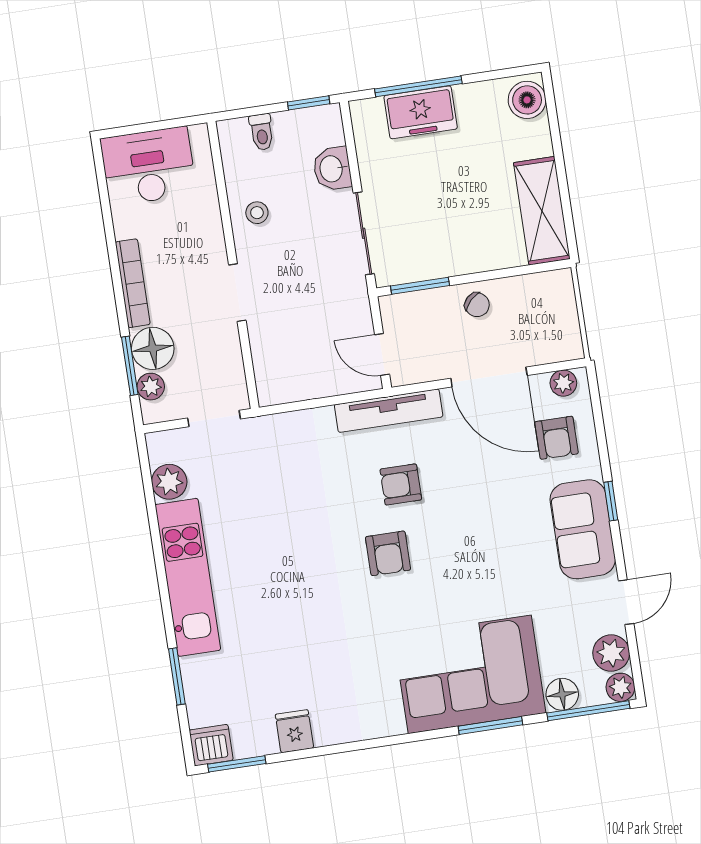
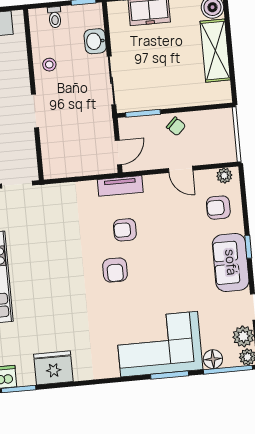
shelving: (542, 211) -> (215, 51), moved
door: (382, 355) -> (118, 153), swing flipped
door: (489, 377) -> (181, 169), width x0.53
tv unit: (389, 411) -> (120, 186), width x0.71
armchair: (556, 438) -> (218, 208), turned 90
fridge: (294, 731) -> (53, 368), width x1.88, depth x1.34

